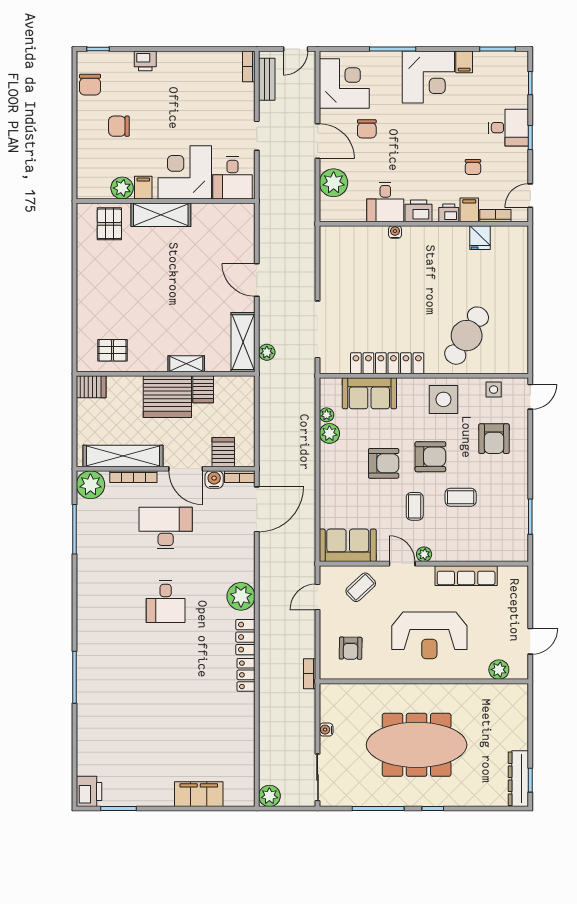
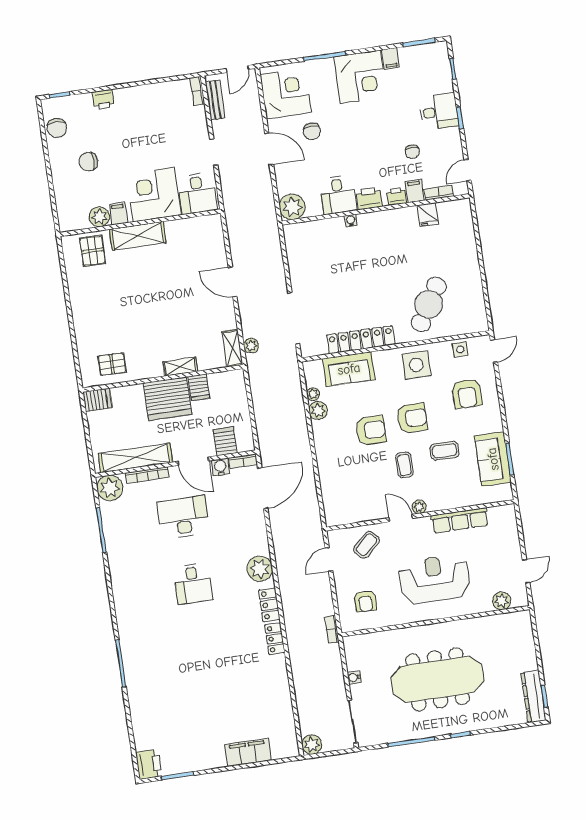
plant: (334, 183) -> (292, 207), moved
shelving: (243, 342) -> (232, 348), width x0.67, depth x0.75
sofa: (348, 545) -> (493, 459), moved, turned -90
reception desk: (429, 635) -> (435, 579), turned 180

